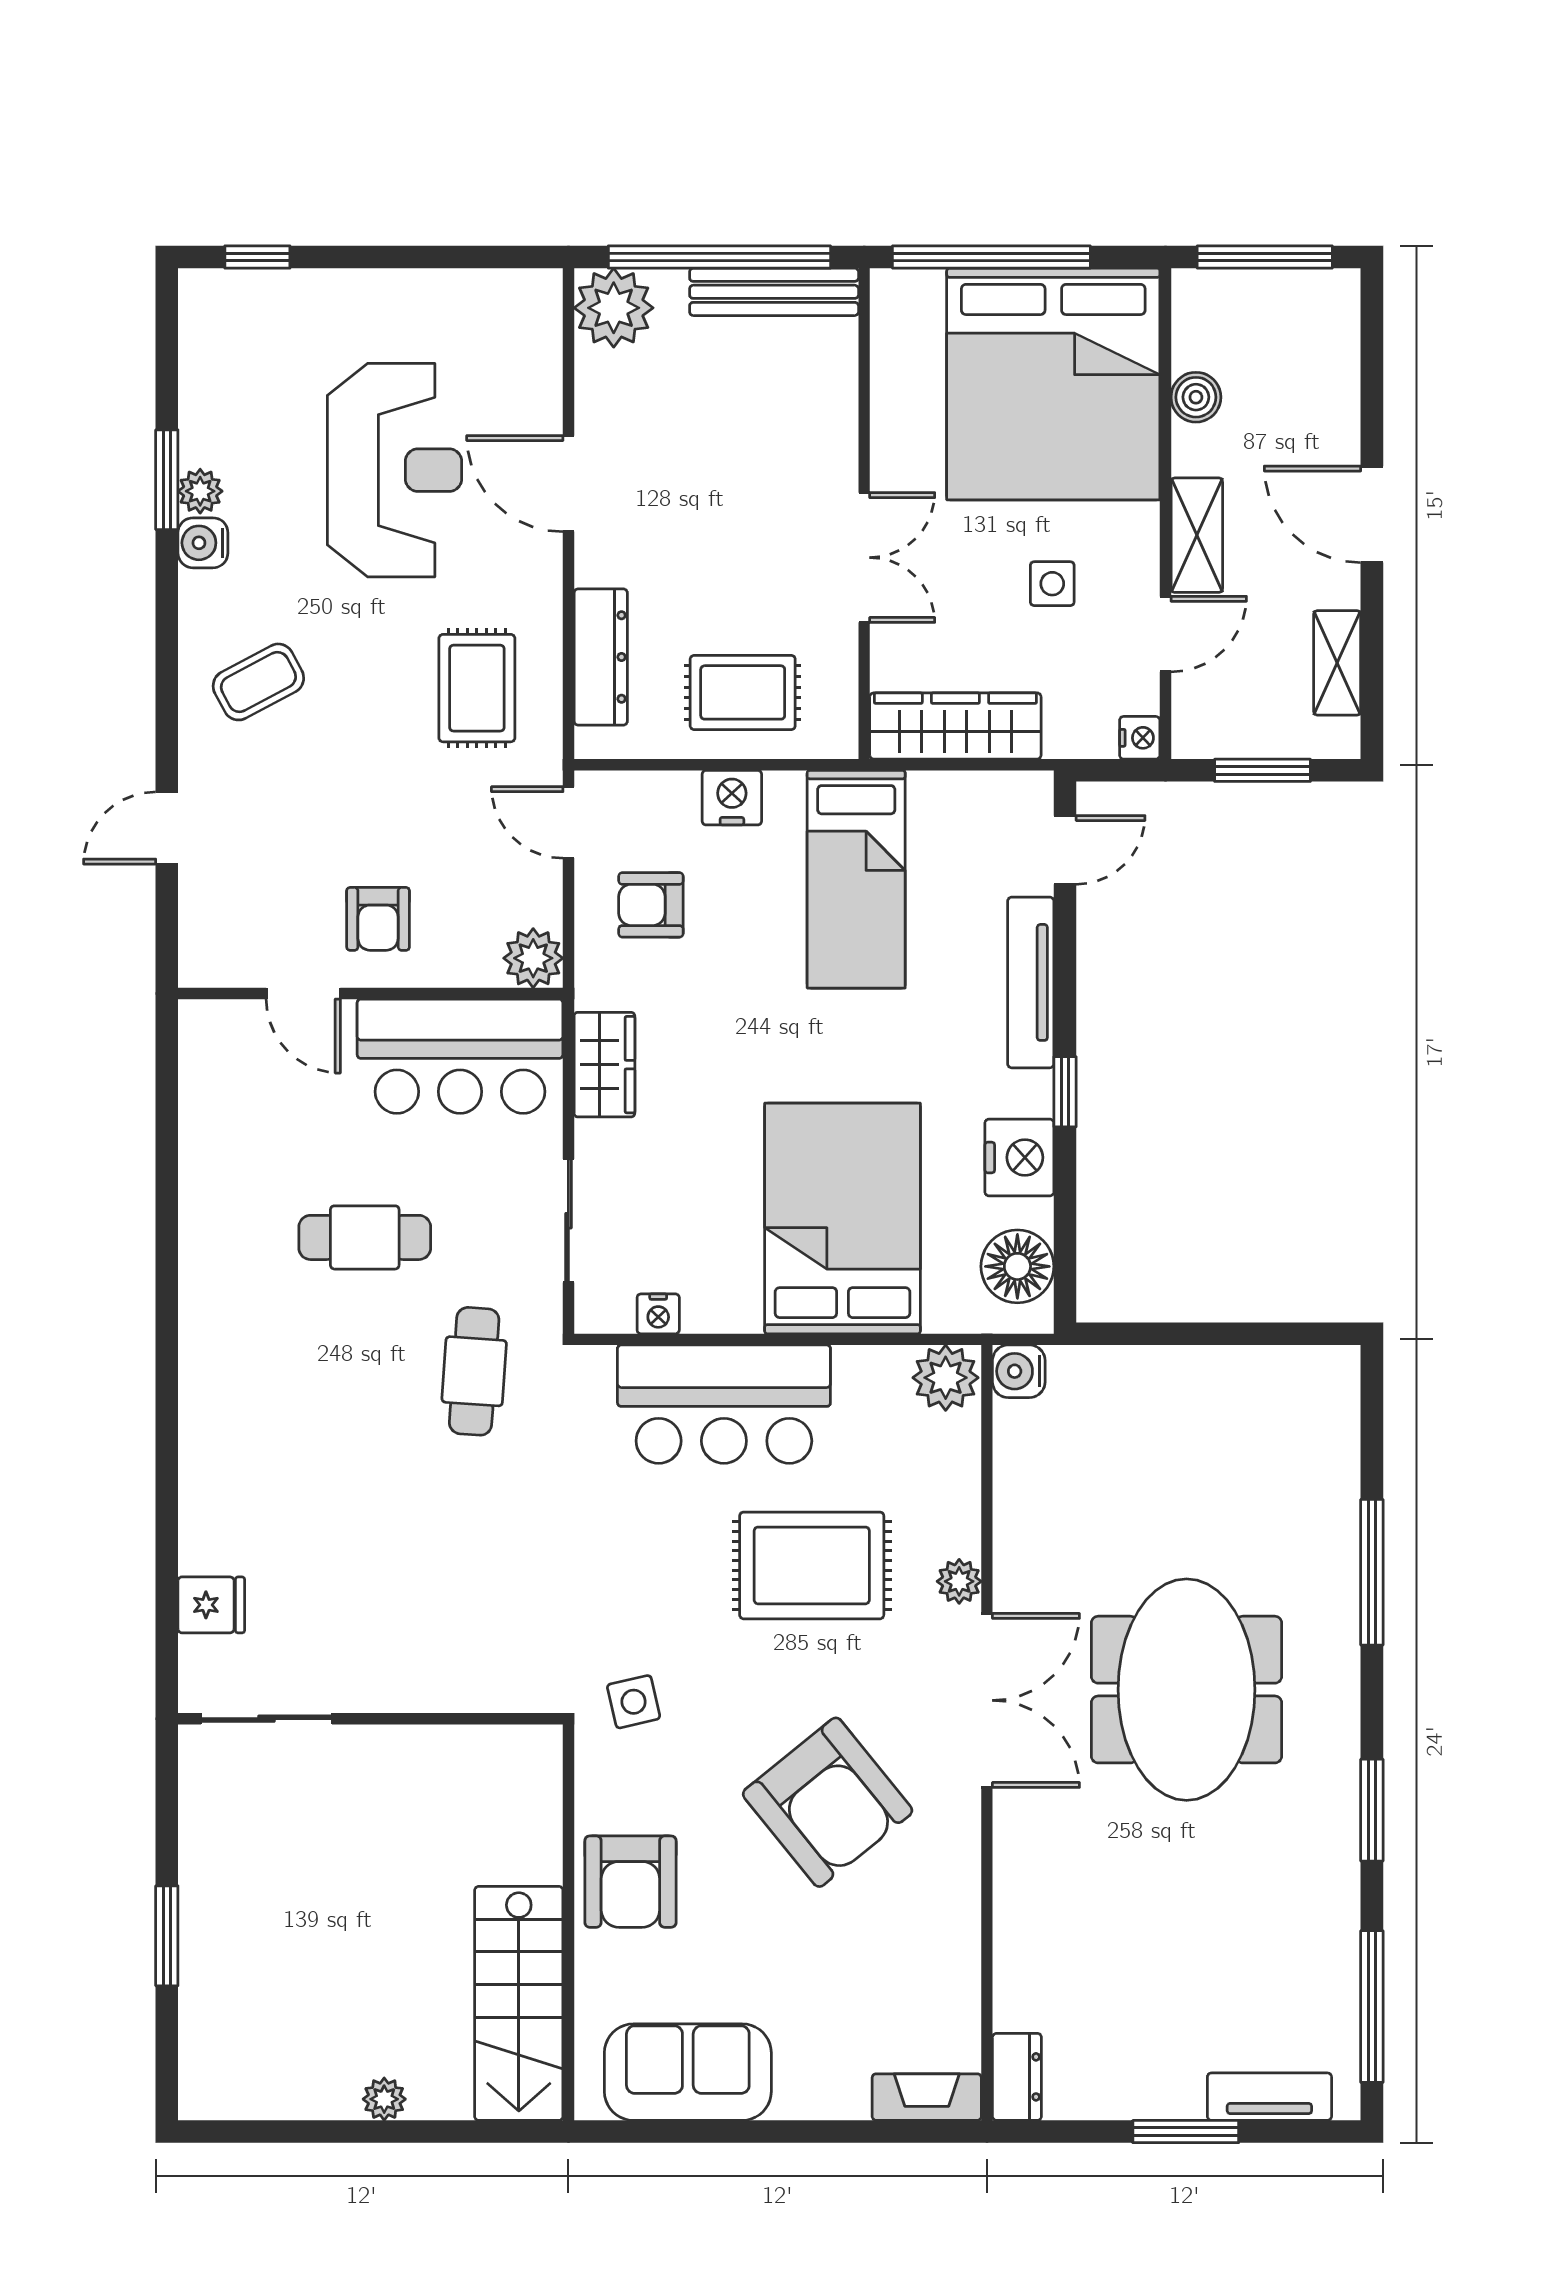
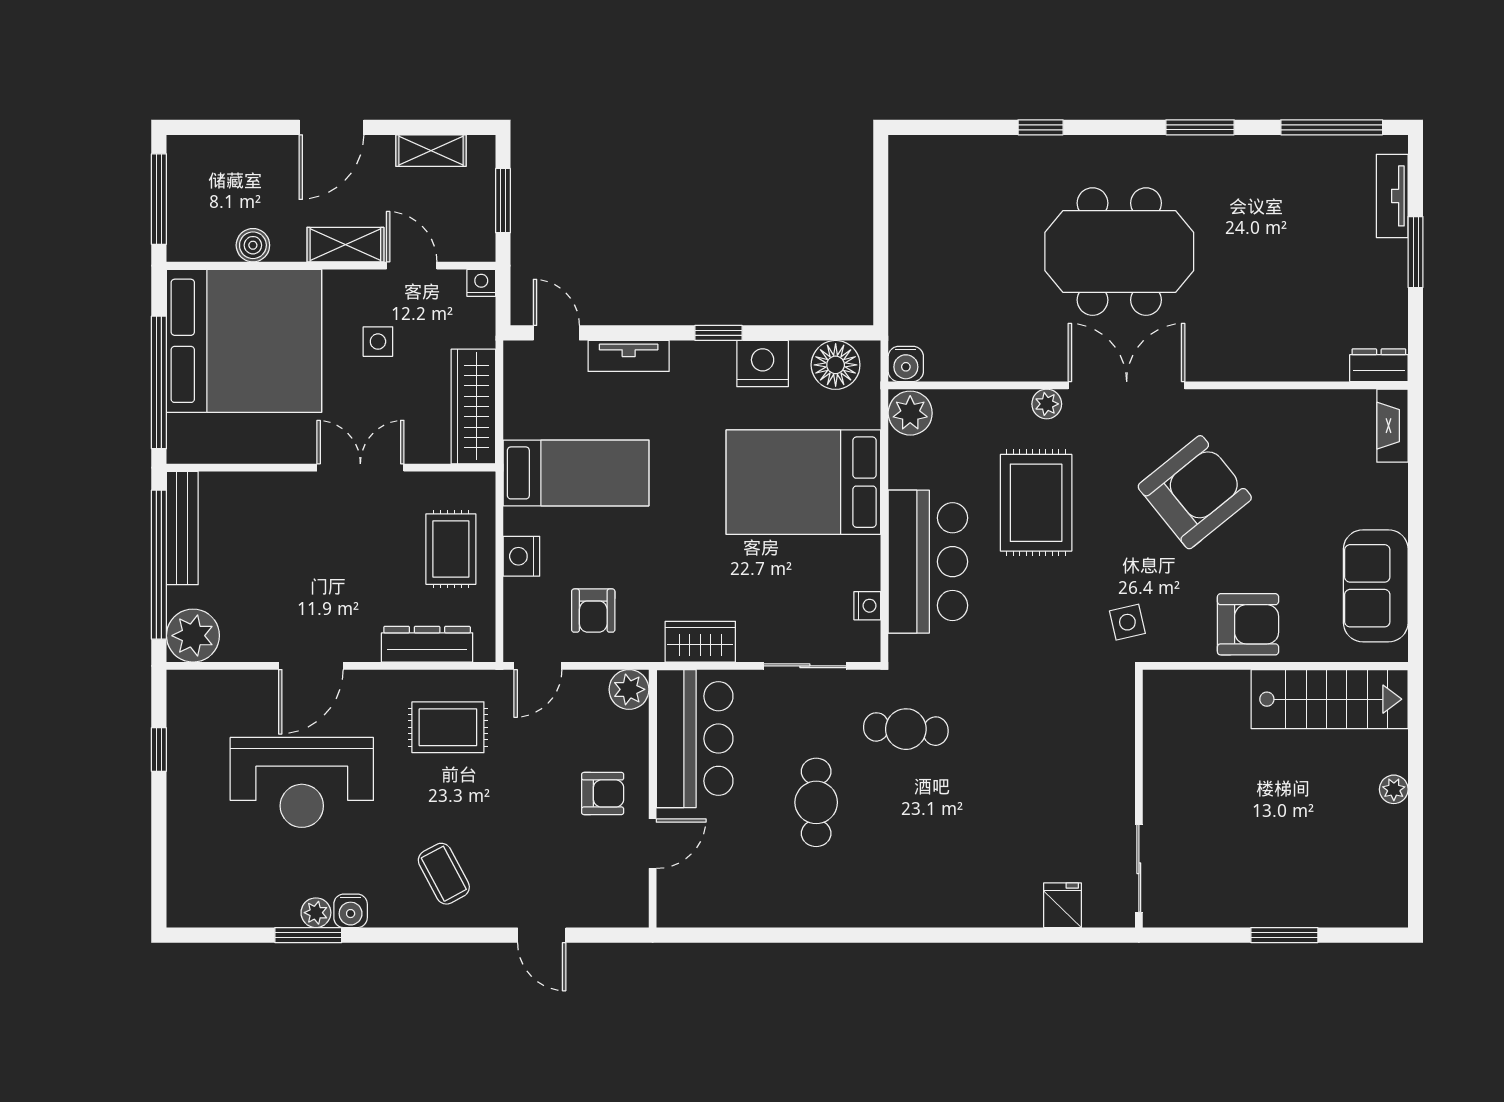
window: (257, 257) -> (159, 749), moved
reception desk: (394, 470) -> (302, 782), turned 180
tv unit: (1031, 982) -> (629, 356), width x0.71
window: (1372, 1572) -> (1041, 127), width x0.46

